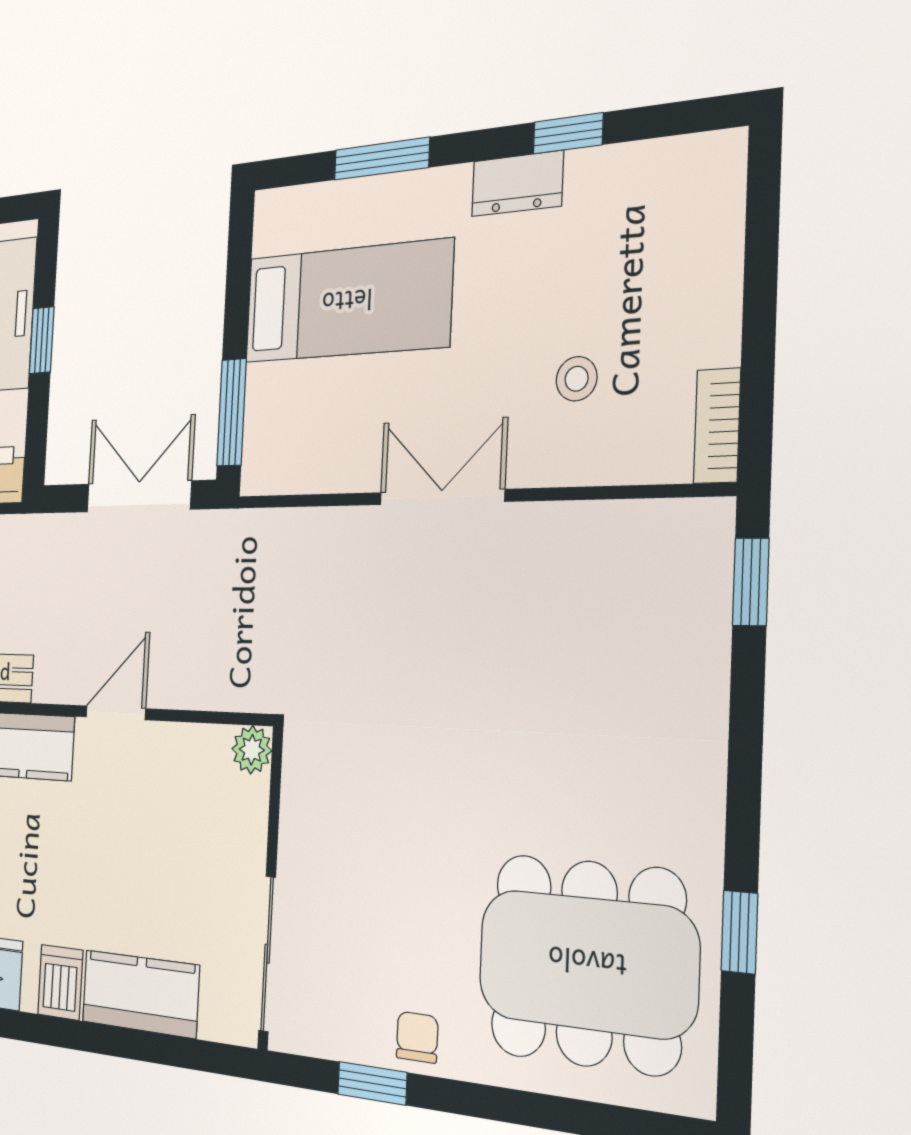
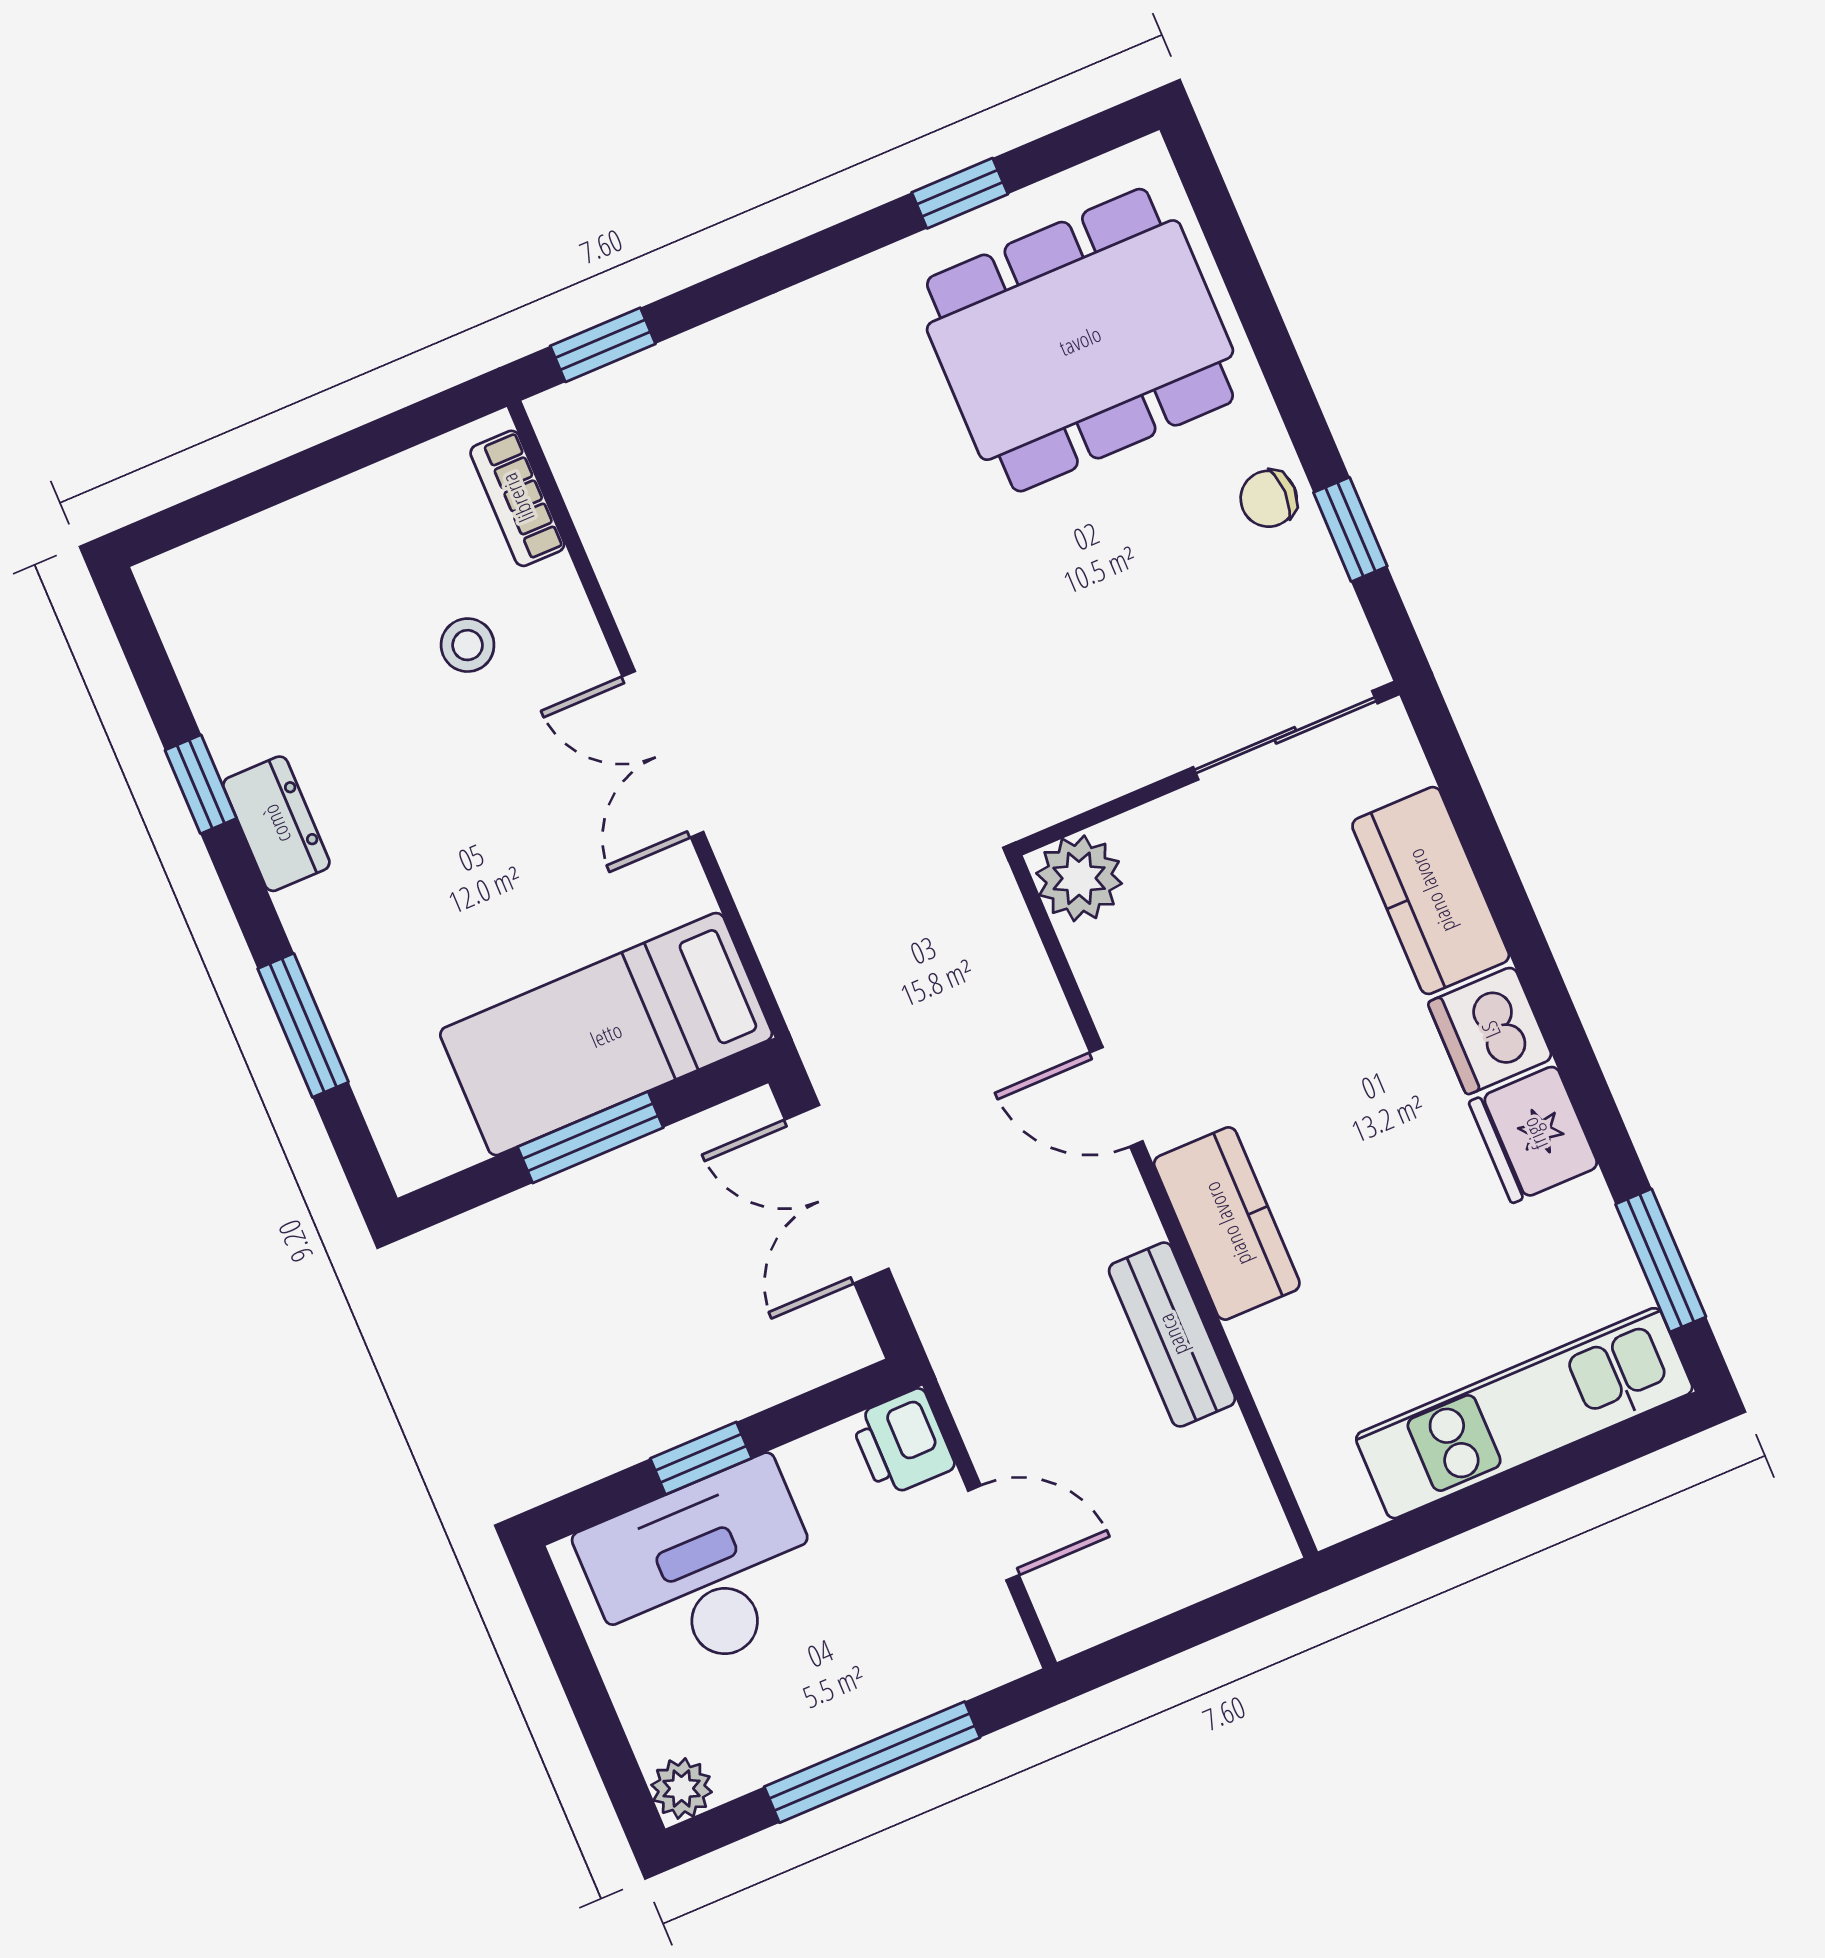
bed: (347, 302) -> (606, 1034), moved, turned -90
window: (232, 412) -> (590, 1137), moved
bookcase: (717, 426) -> (517, 498), moved, turned 90
plant: (252, 750) -> (1079, 878), width x1.38, depth x1.38
dining table: (587, 963) -> (1080, 340), turned 90
dishwasher: (60, 982) -> (1490, 1030), width x1.38

